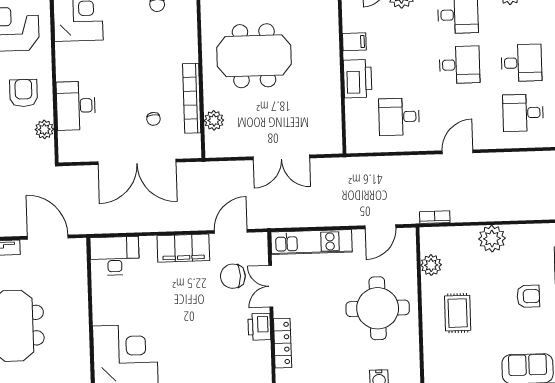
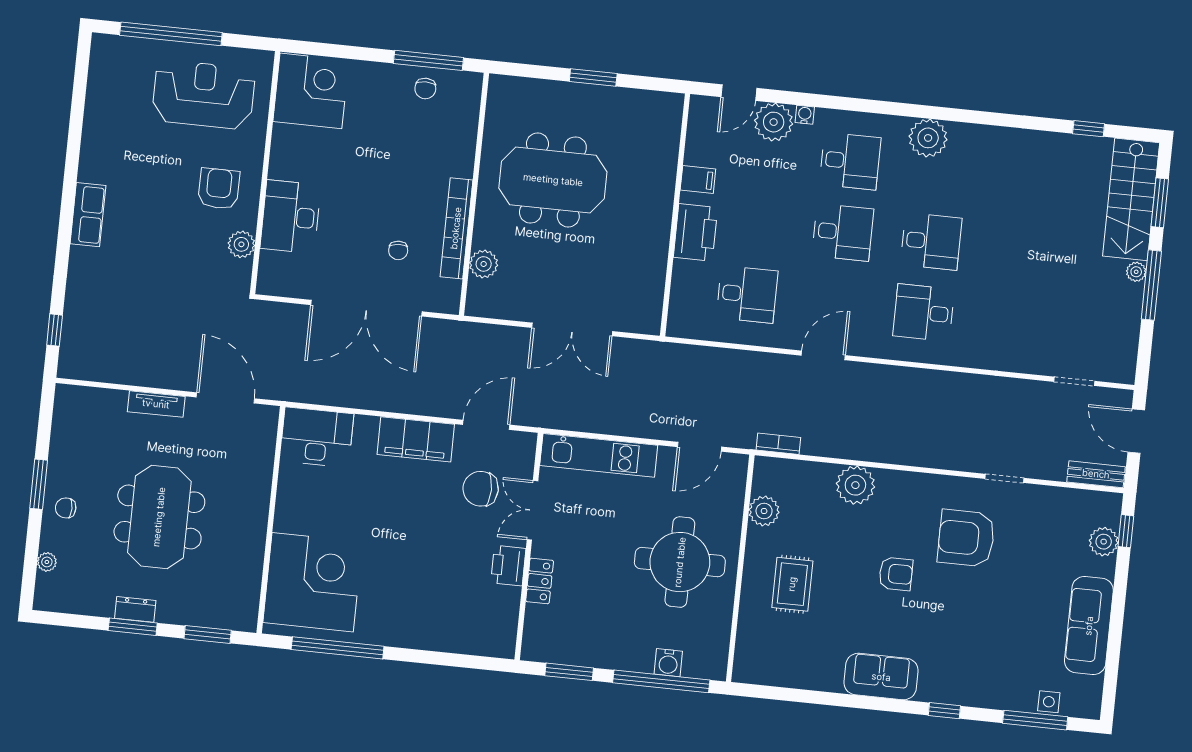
desk: (399, 117) -> (747, 294), turned 180
locker: (283, 343) -> (540, 581), width x0.66

